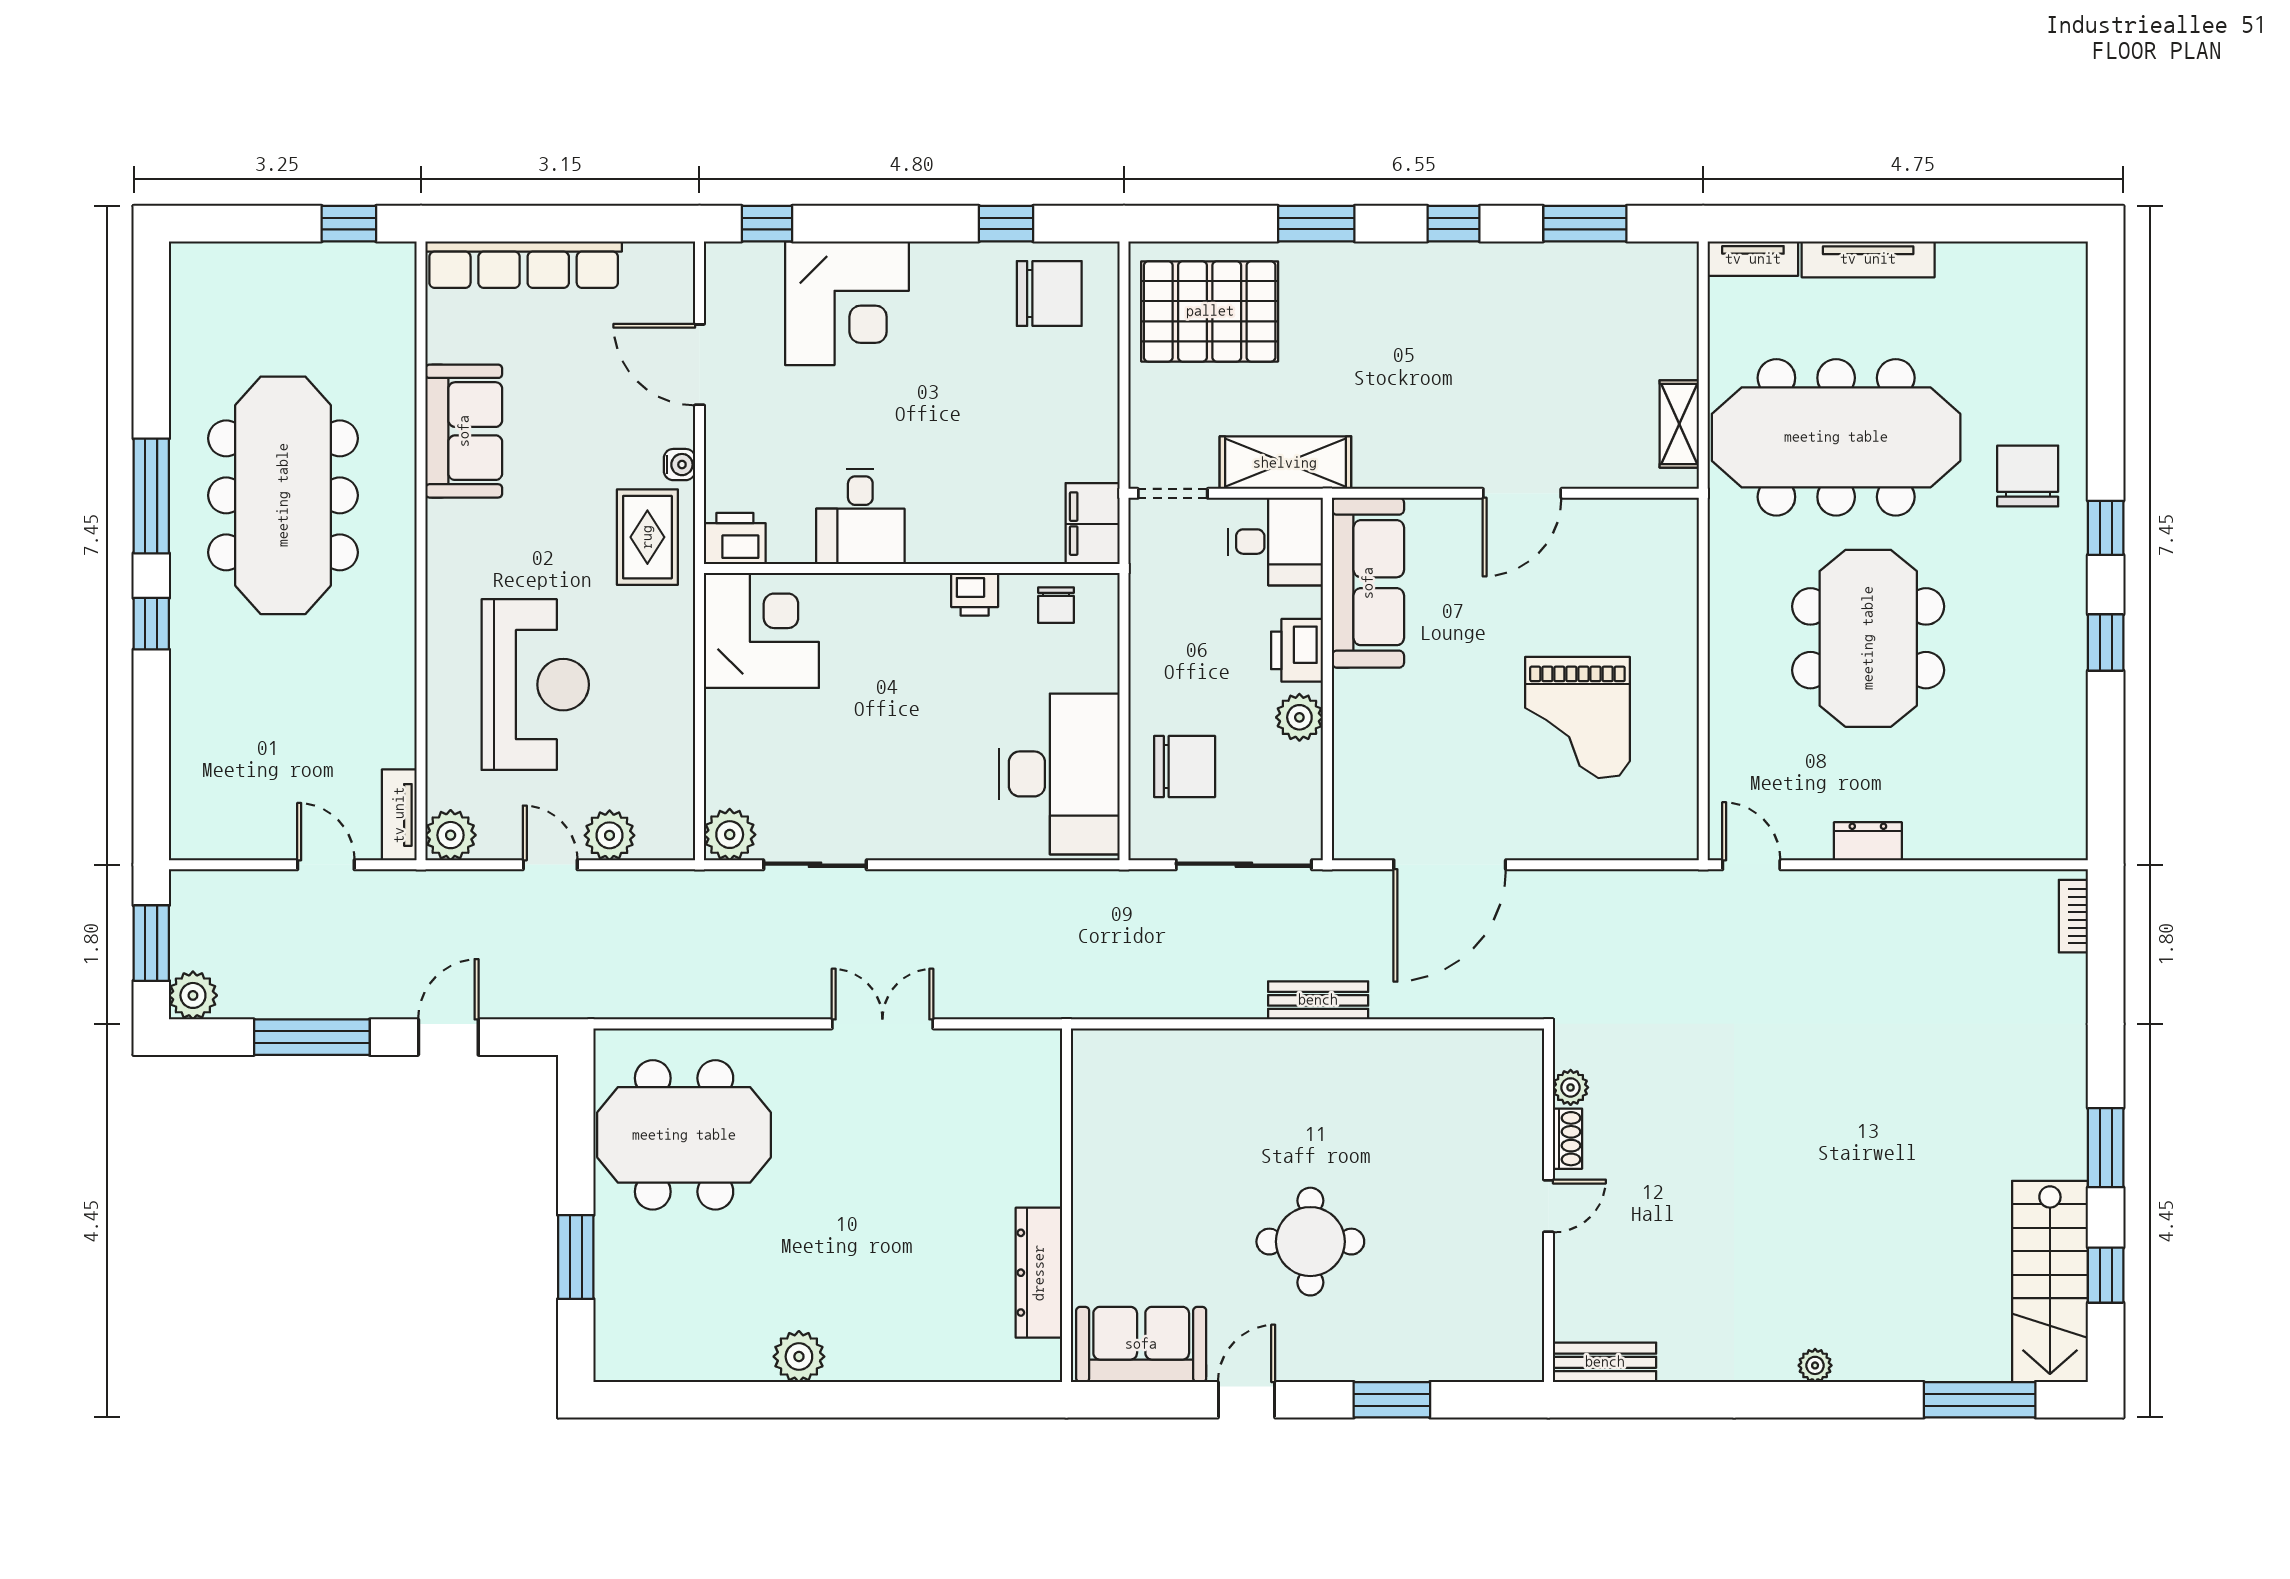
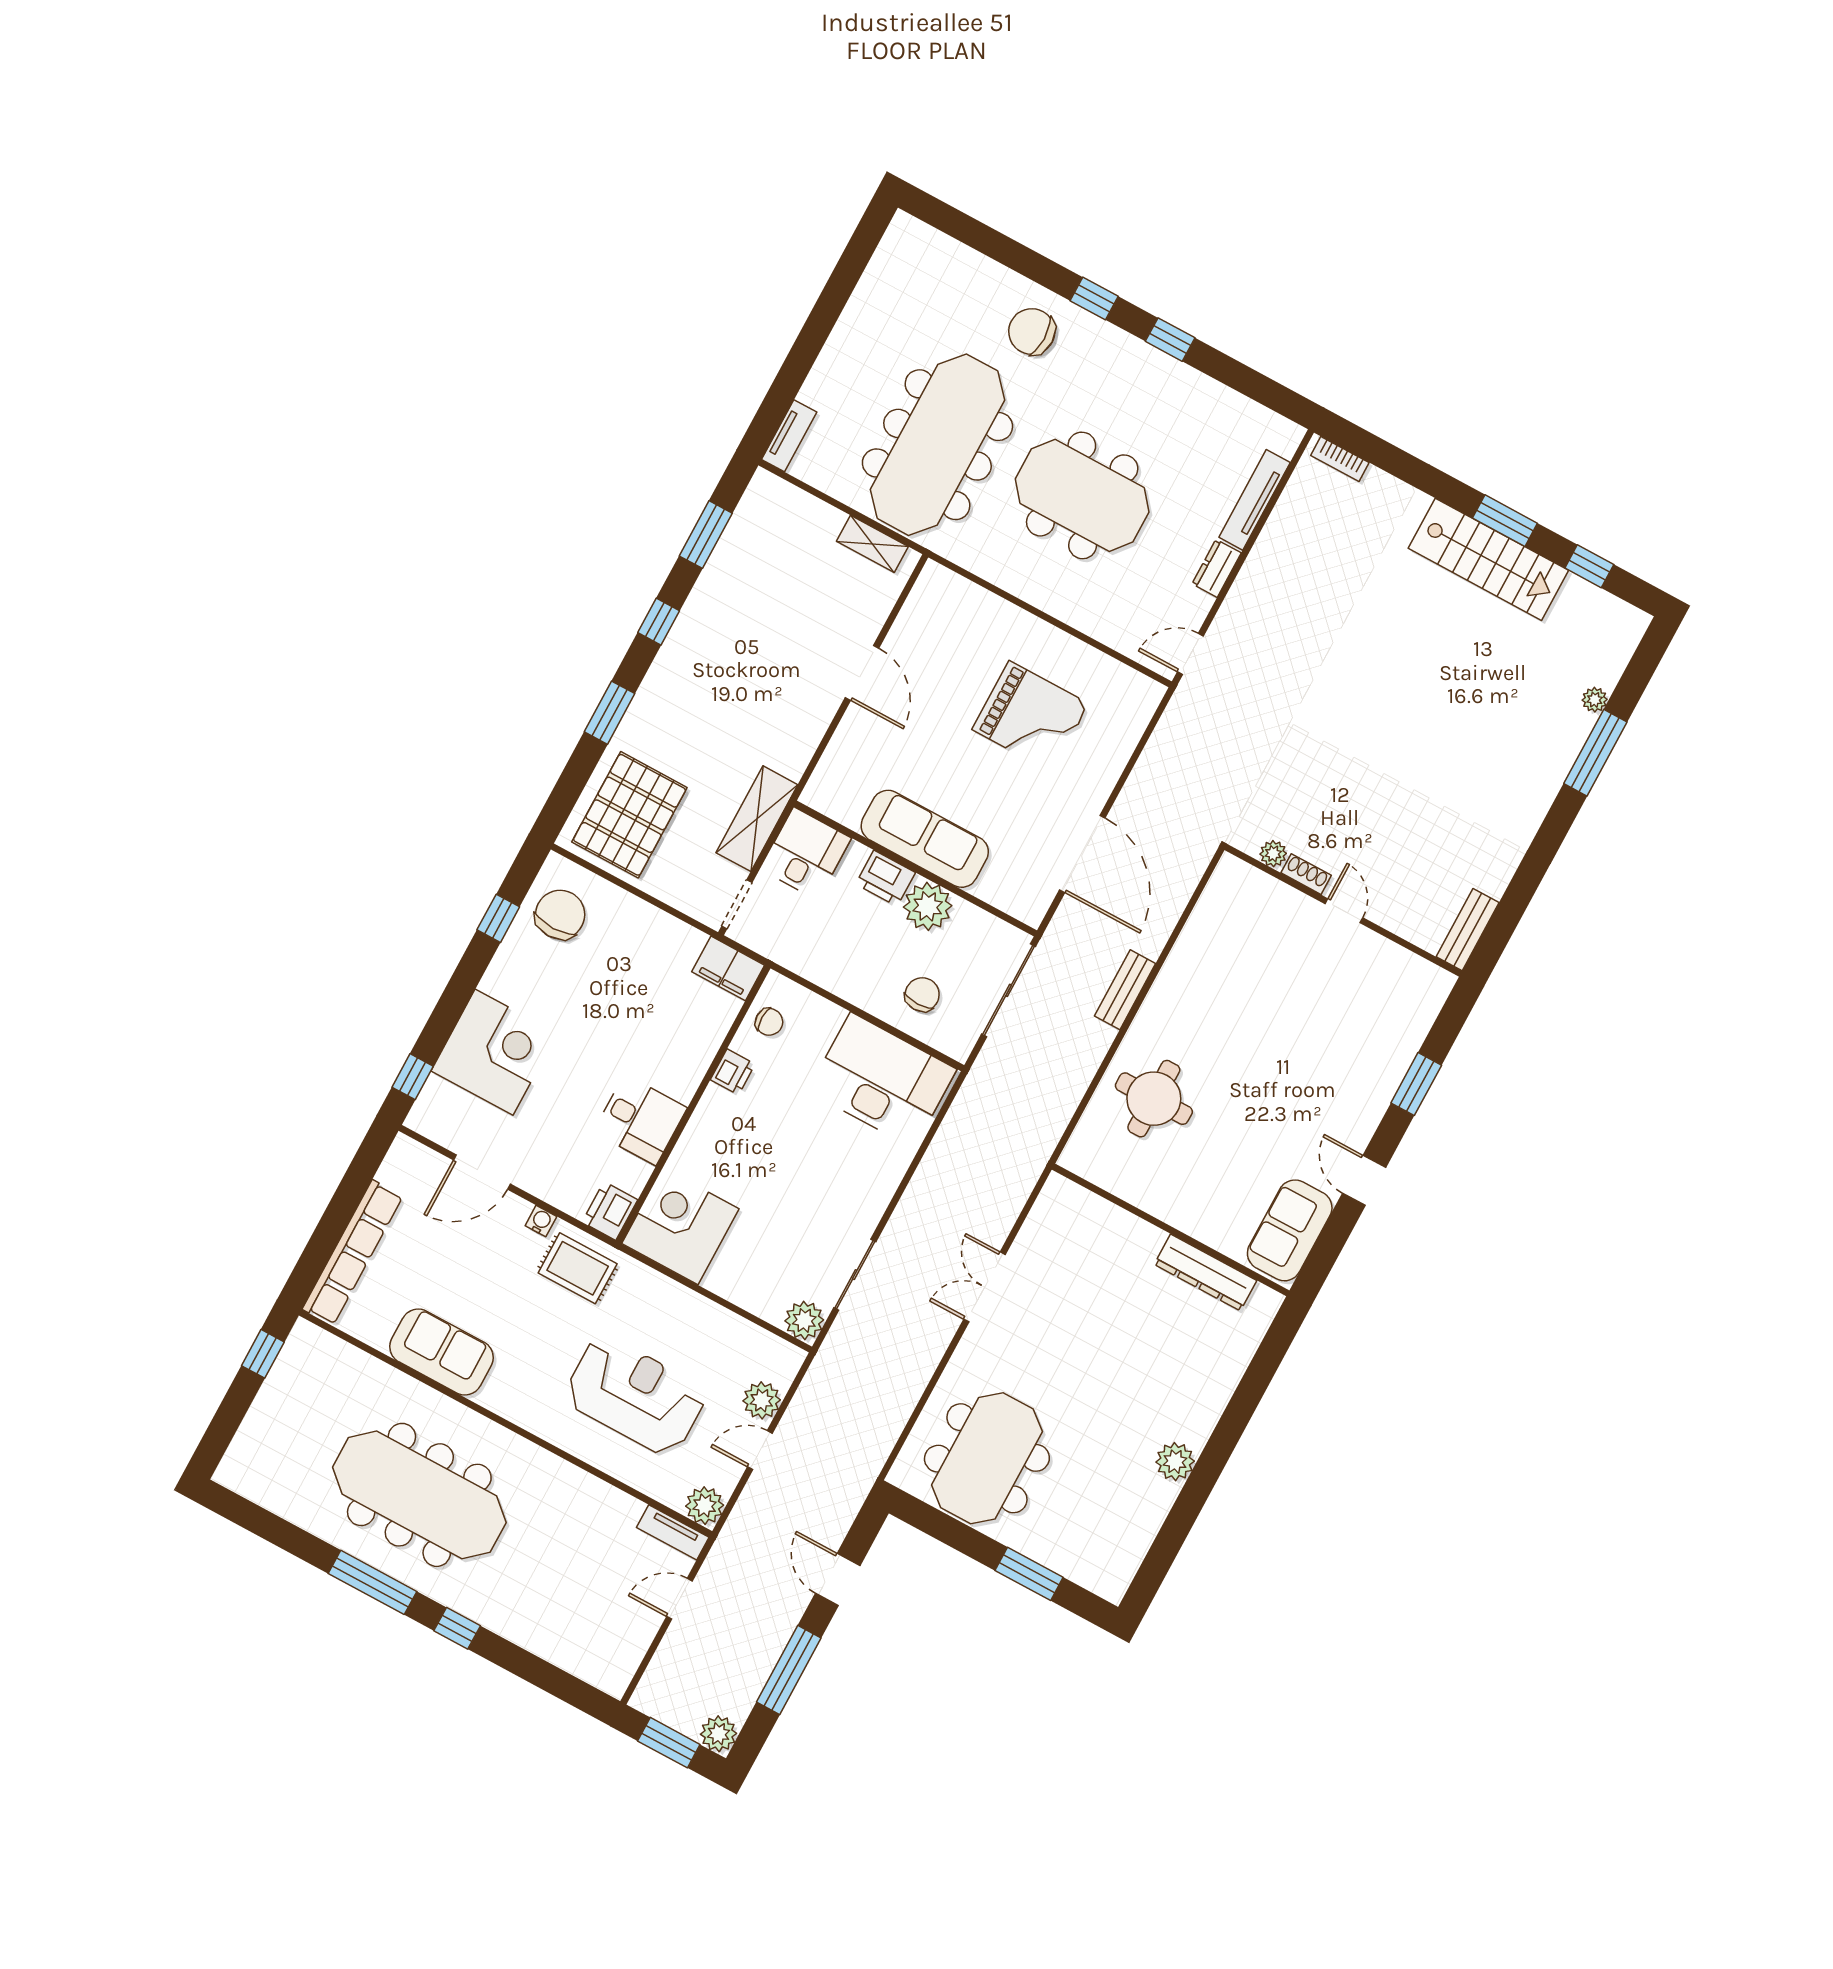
tv unit: (1868, 259) -> (1255, 500), moved, turned 180
sofa: (1368, 583) -> (925, 839), moved
plant: (1299, 717) -> (928, 906), width x1.36, depth x1.36
chair: (1185, 767) -> (922, 995), width x0.73, depth x0.73
round table: (1310, 1242) -> (1154, 1099), moved
stairs: (2050, 1281) -> (1488, 559), moved
plant: (1815, 1365) -> (1595, 700), moved
window: (1980, 1400) -> (1595, 753), moved

